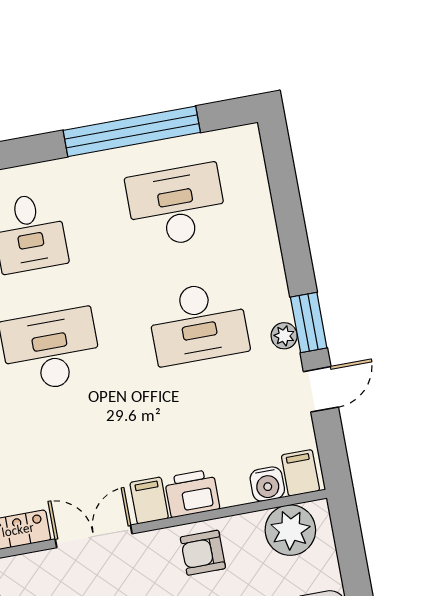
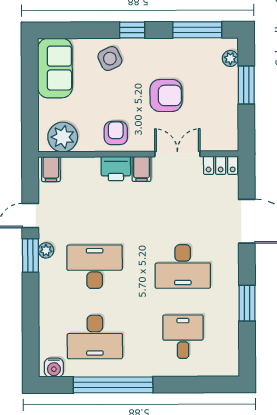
water cooler: (267, 484) -> (54, 368), moved, turned 180
double door: (94, 536) -> (177, 154), swing flipped
armchair: (203, 553) -> (116, 133), turned -90

